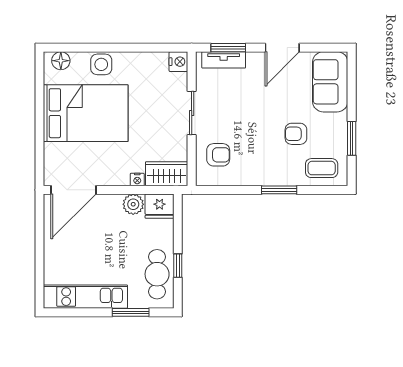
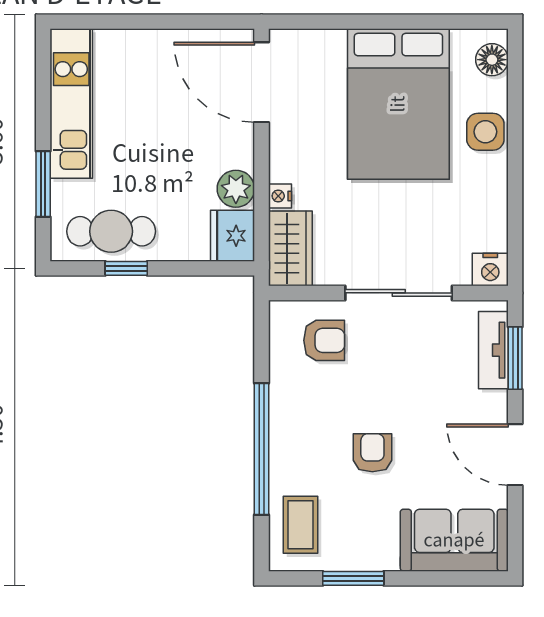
sliding door: (192, 113) -> (399, 293), width x1.37
armchair: (296, 134) -> (372, 453), moved
armchair: (218, 155) -> (324, 340), turned -90
window: (279, 190) -> (262, 449), width x2.11

